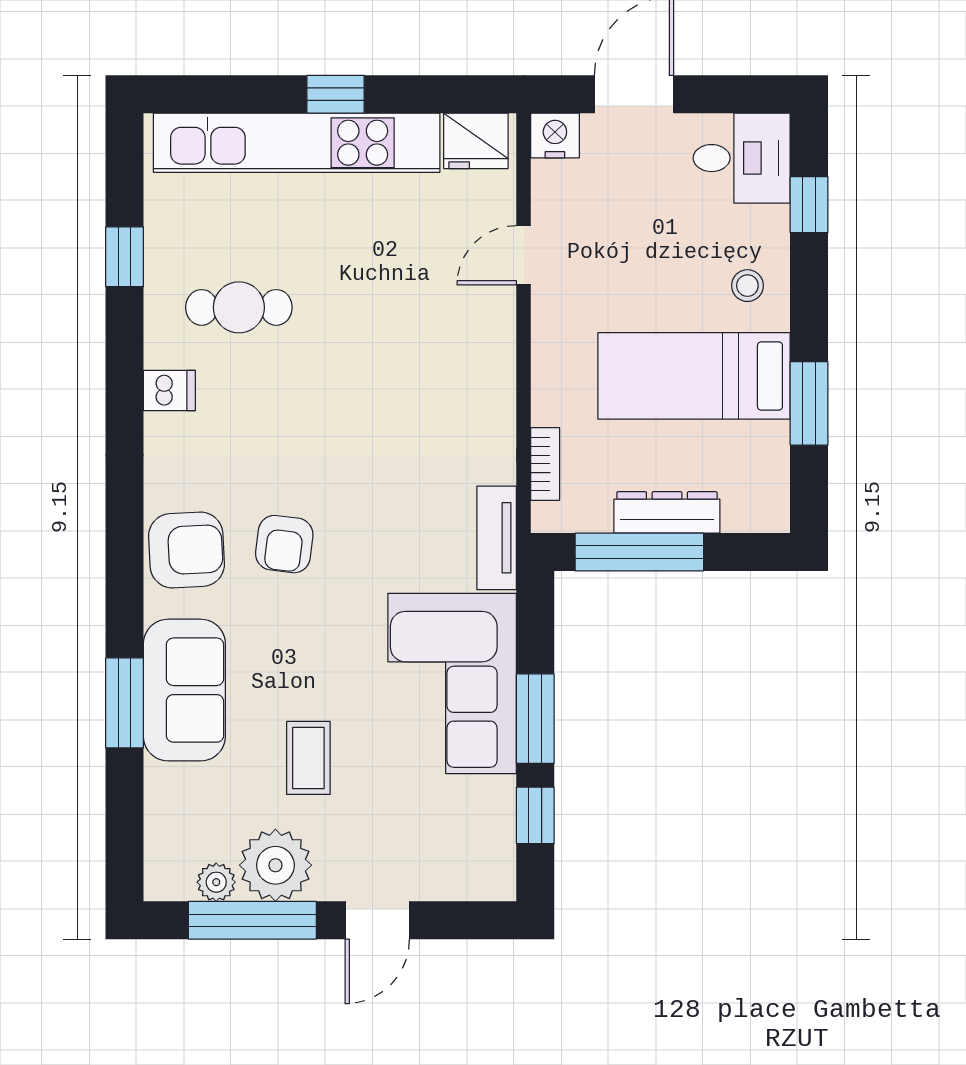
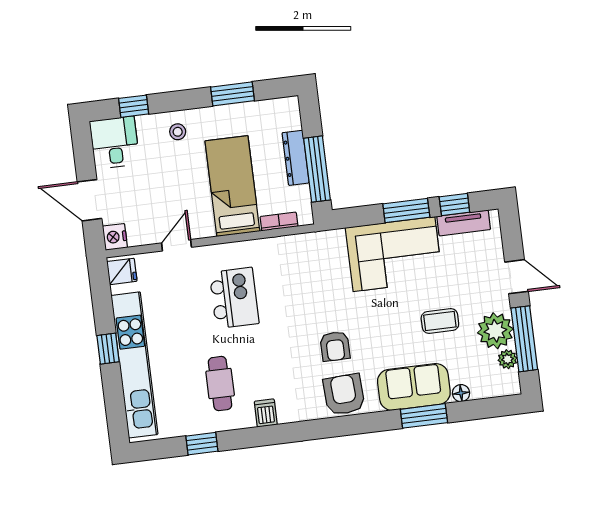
fridge: (476, 141) -> (122, 271), width x0.72
door: (523, 255) -> (176, 245), swing flipped
kitchen island: (405, 356) -> (234, 298), added
bed: (694, 376) -> (232, 186), moved, turned 180
tv unit: (497, 538) -> (464, 223), moved
armchair: (284, 544) -> (335, 346), turned 83
floor lamp: (161, 782) -> (461, 393), added

